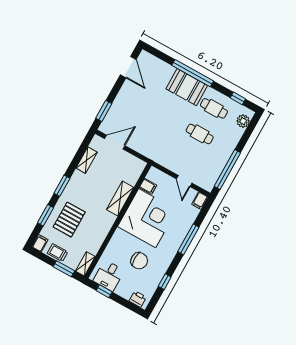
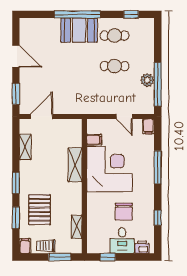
door: (128, 67) -> (16, 56), moved
plant: (243, 121) -> (147, 80), moved
chair: (139, 261) -> (124, 212), turned 90
shelving: (85, 264) -> (77, 227), moved
desk: (109, 276) -> (122, 241), moved

